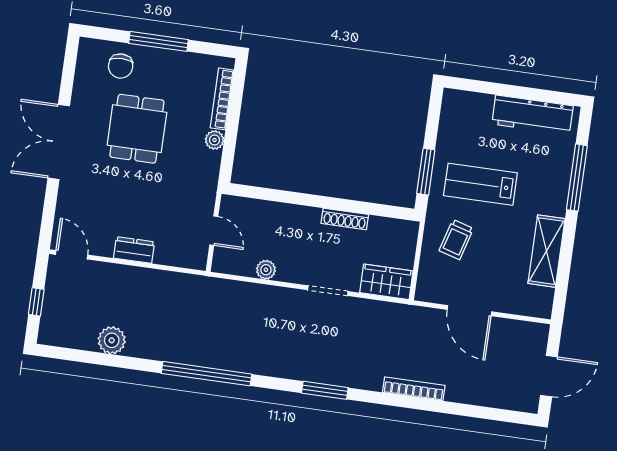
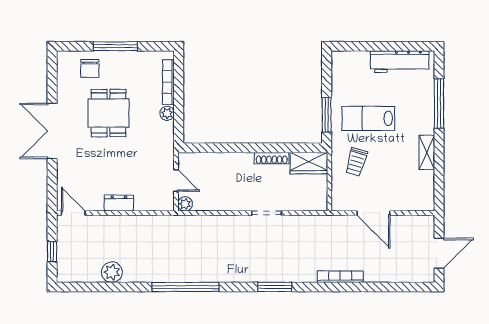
shelving: (546, 251) -> (427, 152), width x0.67, depth x0.75
plant: (266, 270) -> (185, 204), moved
wardrobe: (386, 282) -> (309, 163), moved, turned 180

